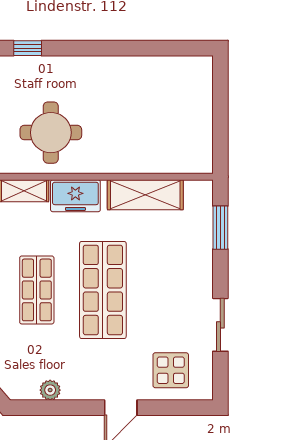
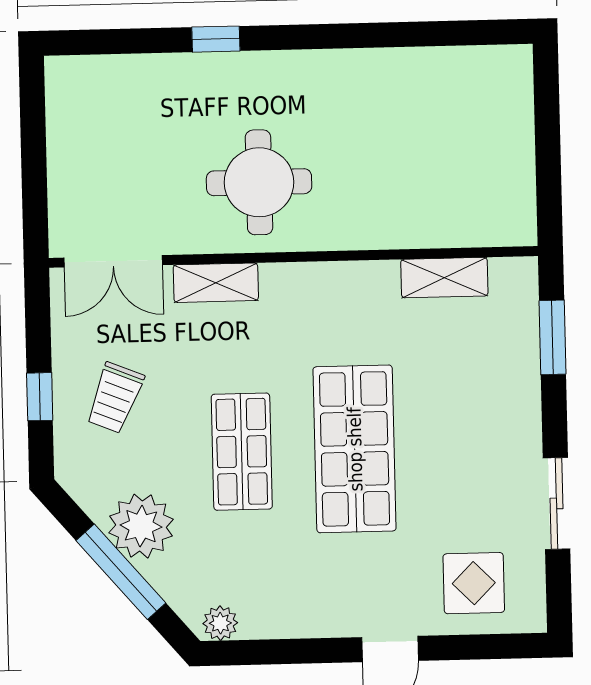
shelving: (145, 195) -> (444, 278), width x0.67, depth x0.75
freezer: (75, 196) -> (304, 289), removed
plant: (50, 390) -> (220, 623), moved

